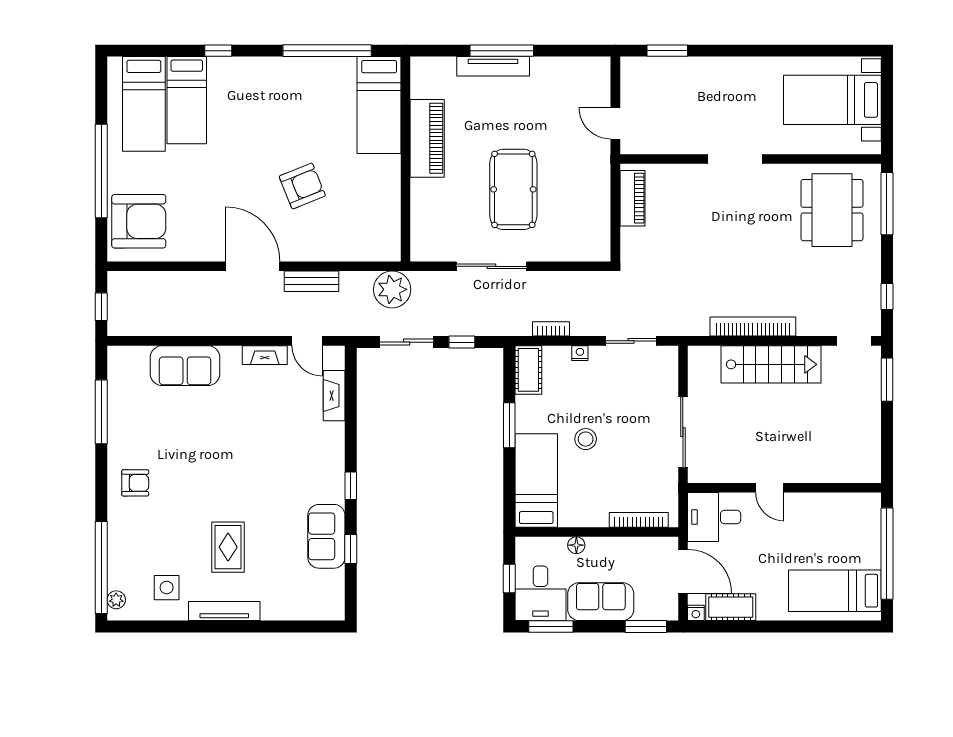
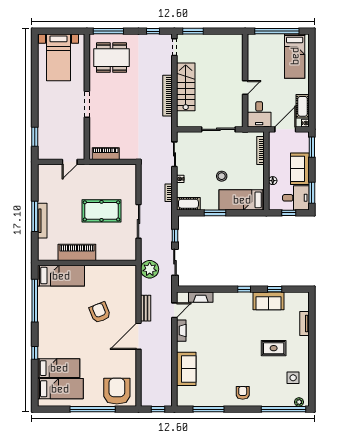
tv unit: (224, 611) -> (304, 323), moved, width x0.71

